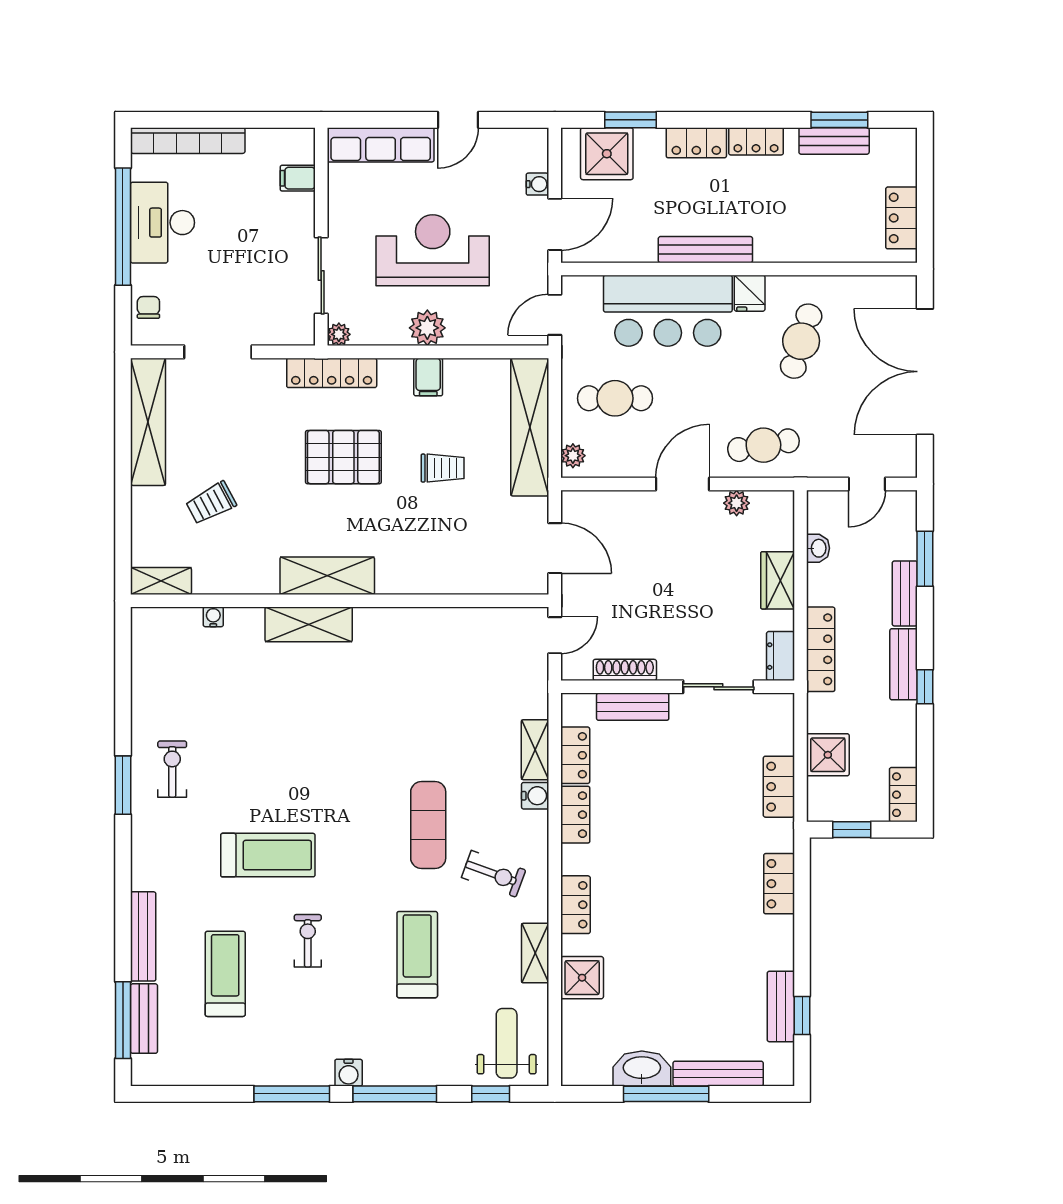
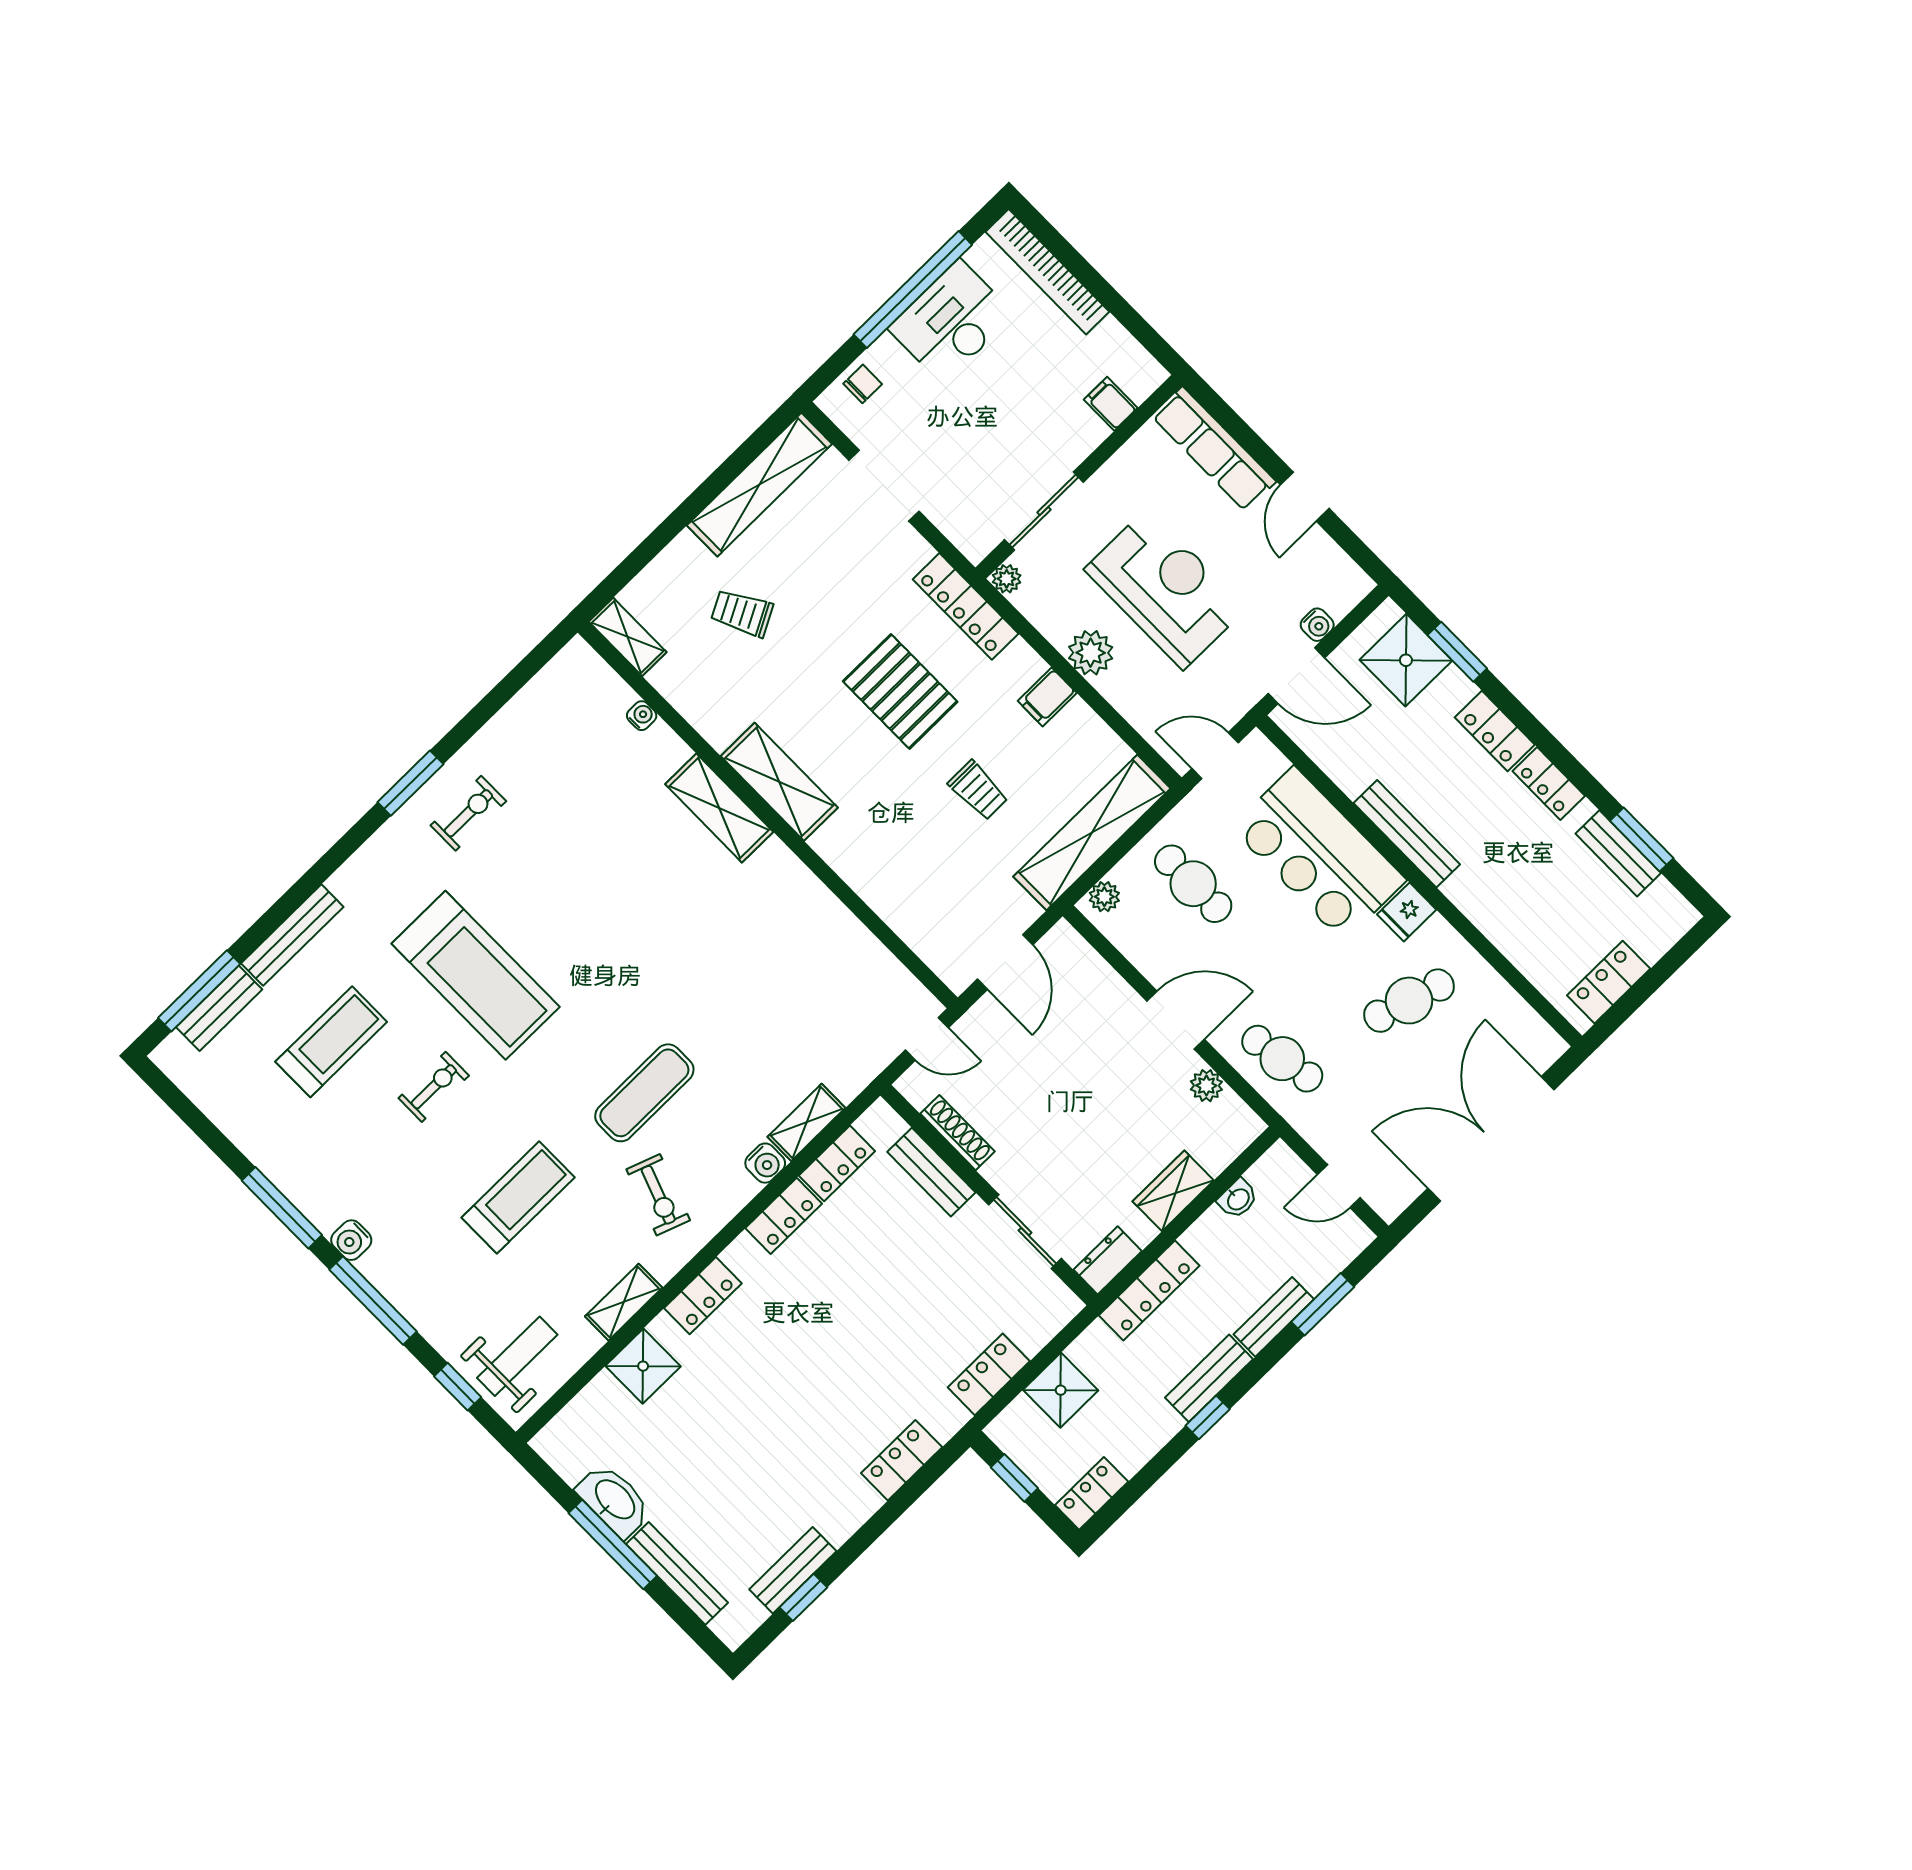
door: (458, 120) -> (1305, 497), hinge flipped
treadmill: (268, 855) -> (476, 975), width x1.37, depth x1.38

